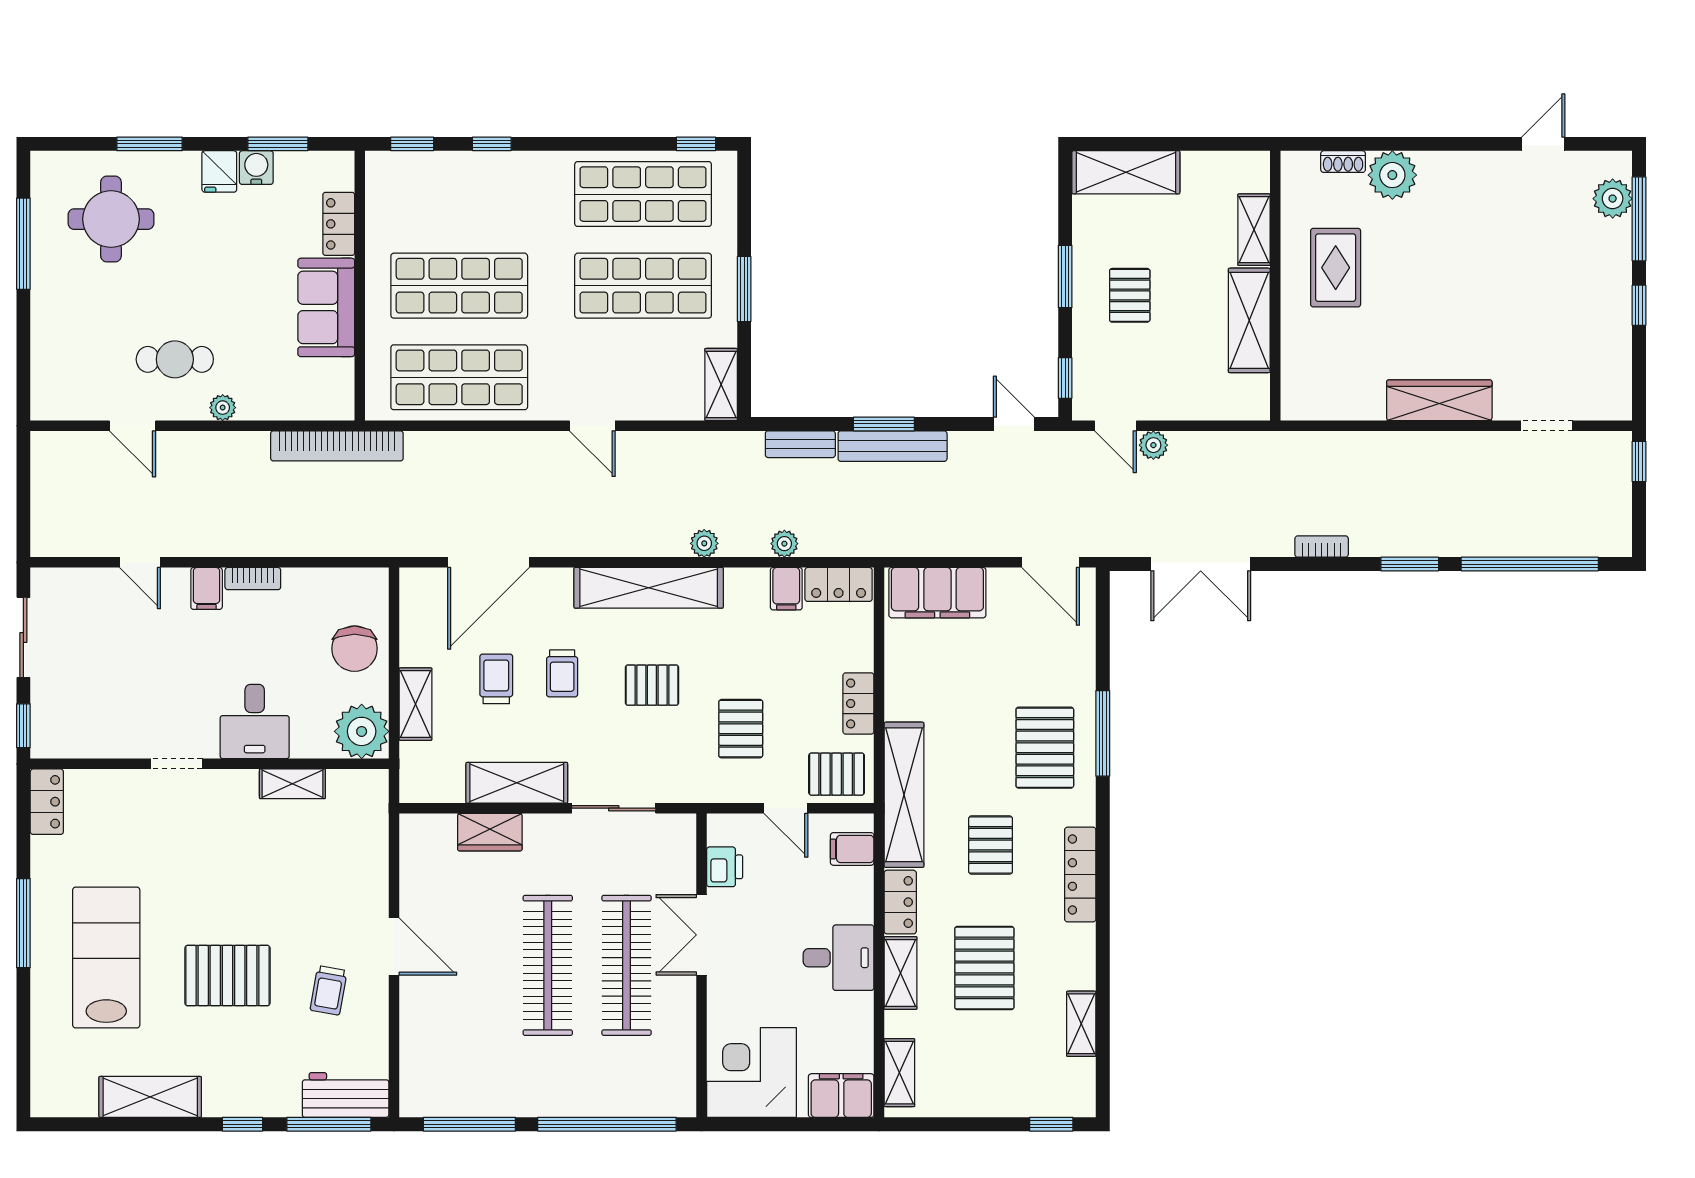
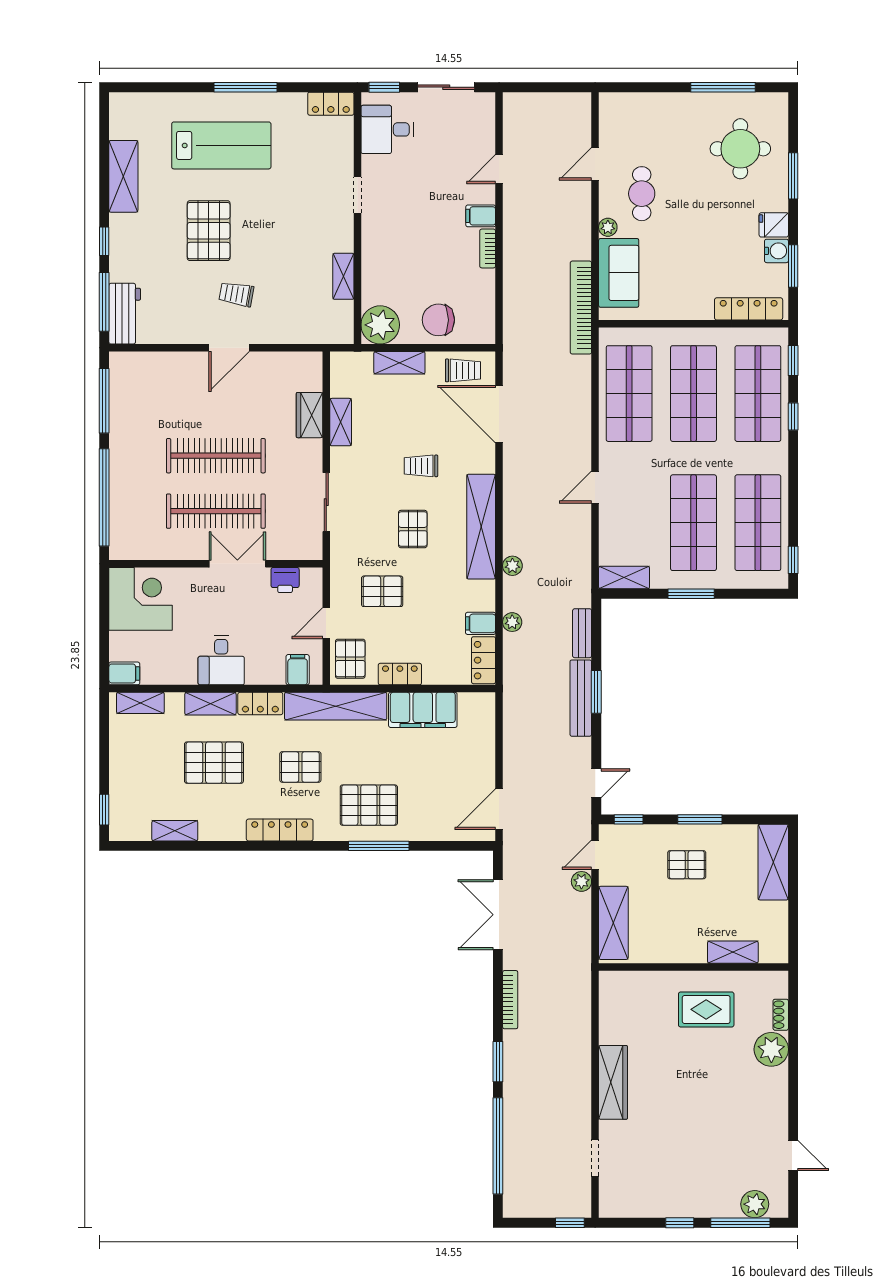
shop shelf: (459, 194) -> (758, 394), added
locker: (339, 224) -> (749, 309), width x1.53
sofa: (326, 307) -> (619, 273), moved, turned 90
shelving: (1249, 320) -> (613, 923), moved, turned 90
bookcase: (1322, 547) -> (510, 1000), width x1.56
filing cabinet: (937, 593) -> (423, 710), moved, turned -90
trolley: (496, 679) -> (463, 370), moved
desk: (255, 721) -> (387, 129), moved
shelving: (517, 783) -> (341, 422), width x0.67, depth x0.75
trolley: (329, 990) -> (236, 294), moved
filing cabinet: (841, 1096) -> (124, 673), width x0.50

